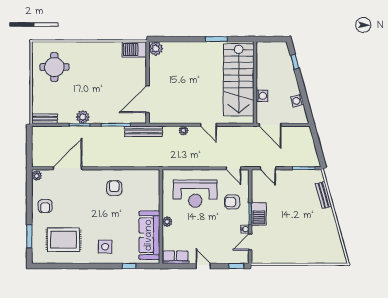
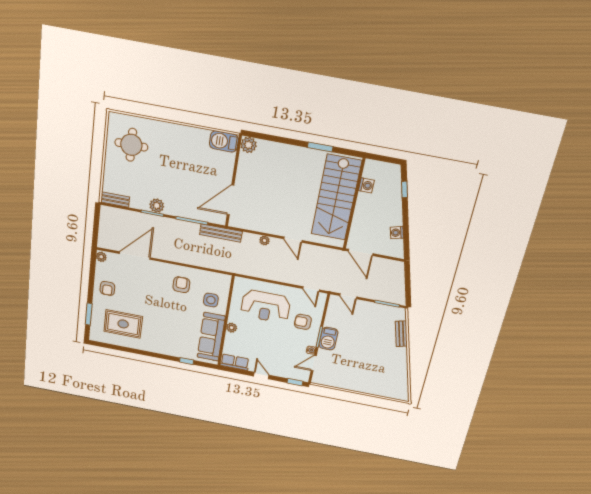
washing machine: (262, 96) -> (366, 185), moved
side table: (105, 247) -> (211, 300), moved

